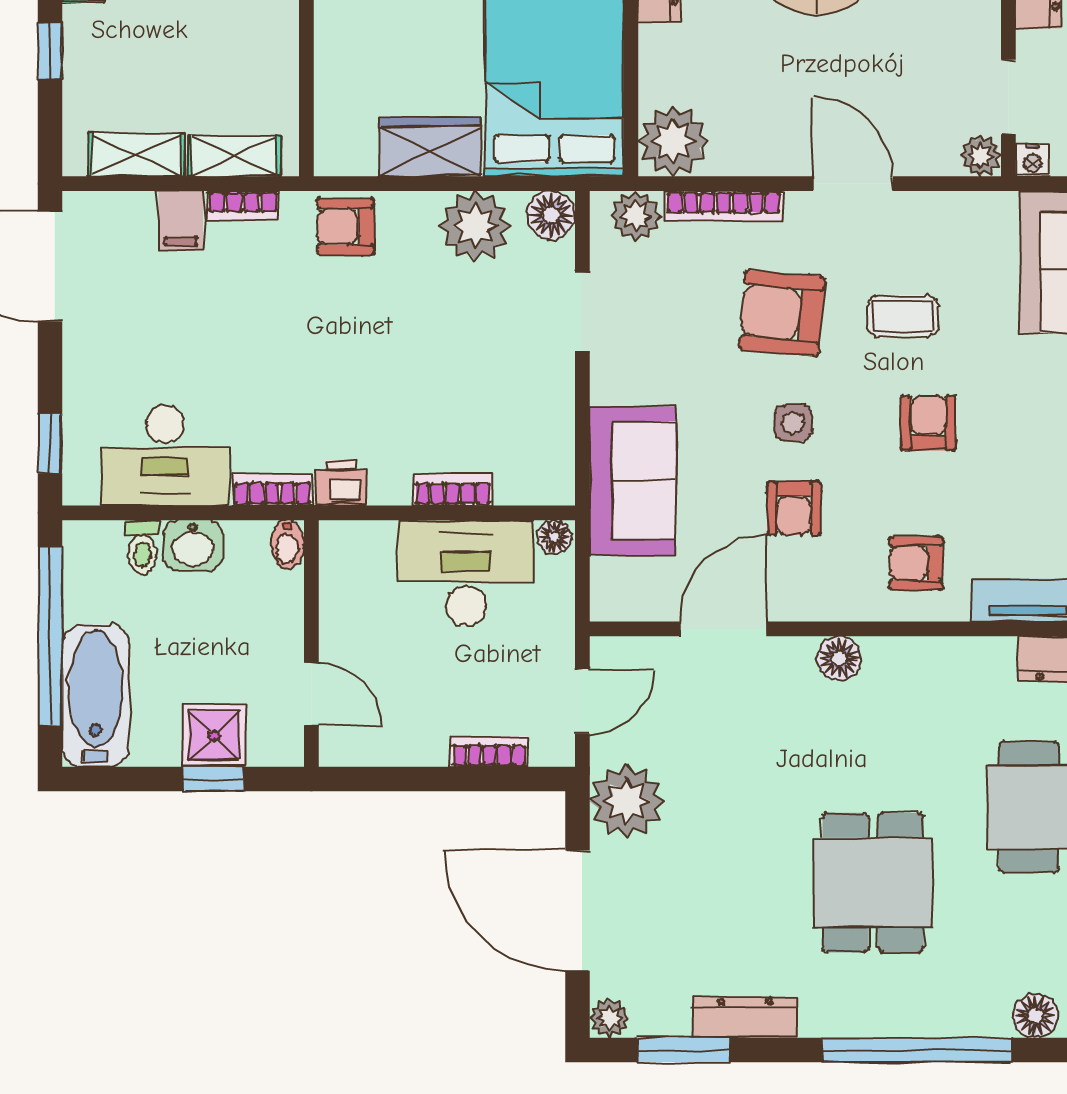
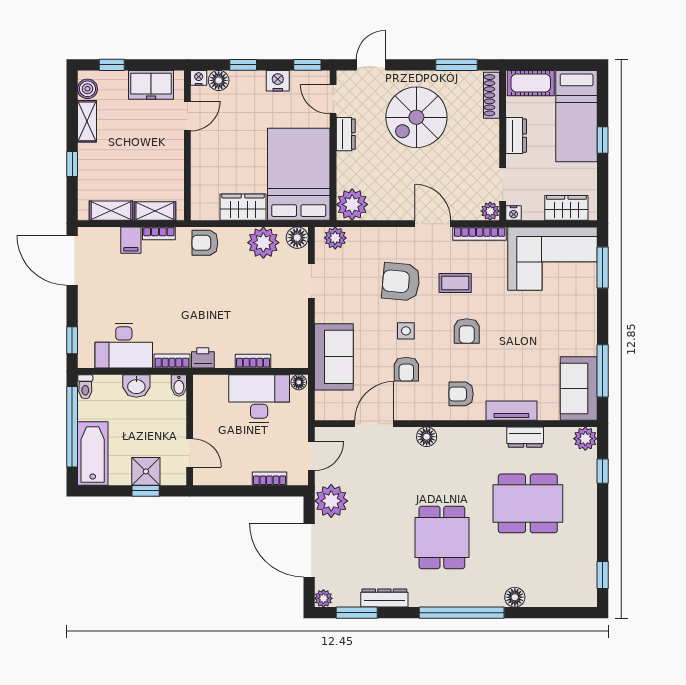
bookcase: (724, 206) -> (480, 234), moved
armchair: (928, 423) -> (467, 331), turned 180
toilet: (142, 547) -> (85, 387), moved

